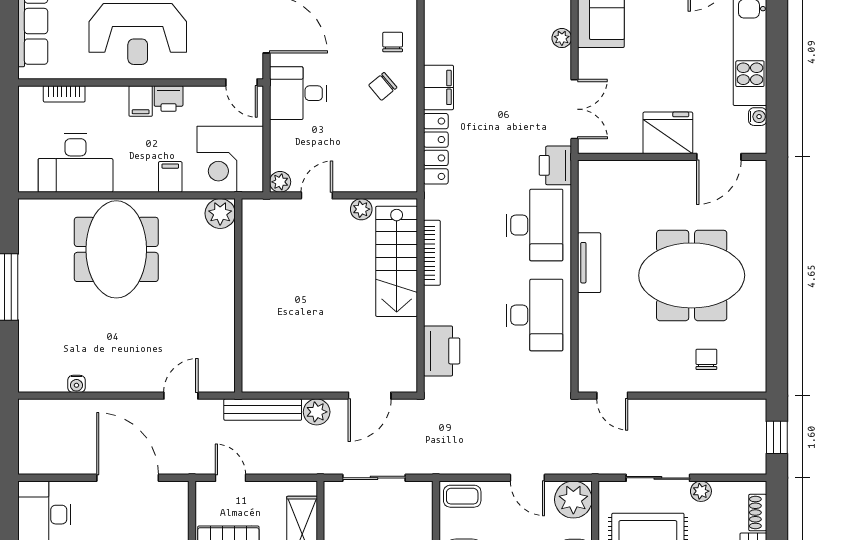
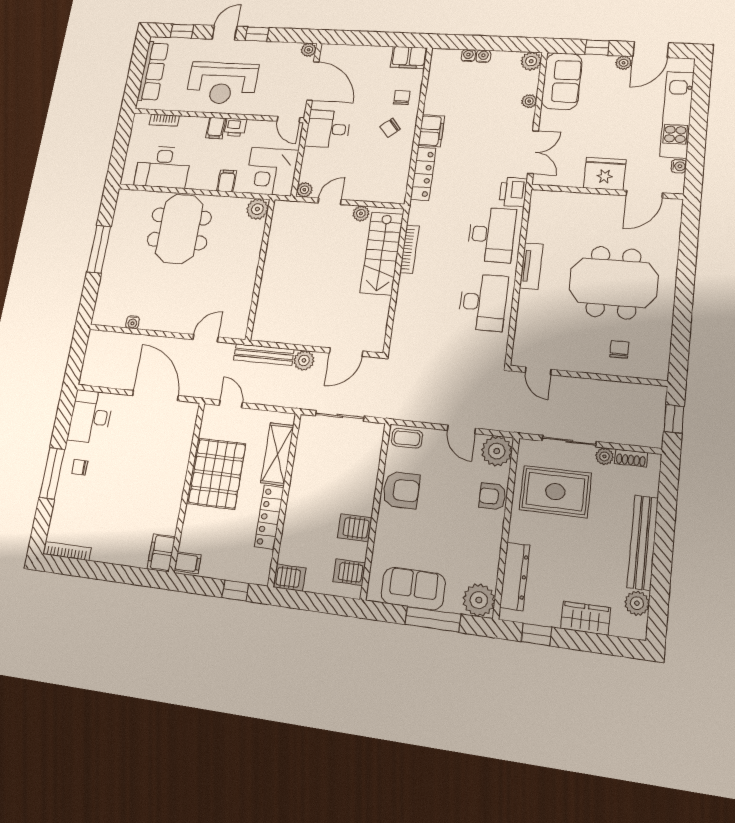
printer: (442, 351) -> (407, 323), removed
shoe rack: (758, 513) -> (631, 458), moved, turned -90

